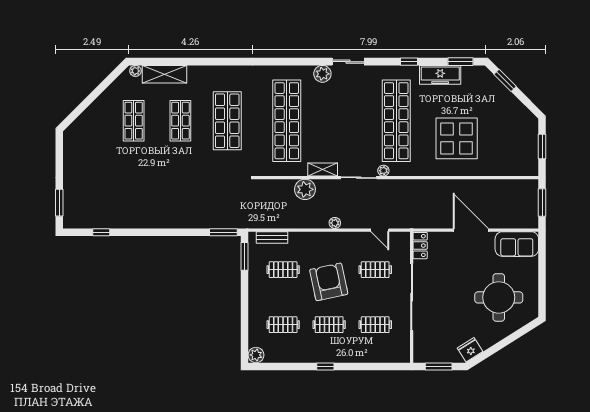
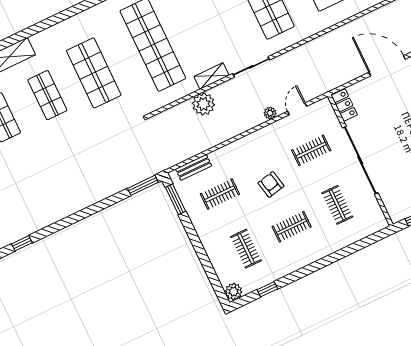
plant: (383, 171) -> (272, 48), removed
plant: (335, 223) -> (270, 113), moved
door: (380, 230) -> (297, 109), swing flipped
armchair: (329, 282) -> (271, 184), width x0.53, depth x0.53
clothes rail: (283, 325) -> (246, 249), turned 90
clothes rail: (375, 325) -> (337, 205), turned 90
window: (325, 366) -> (267, 289), moved

